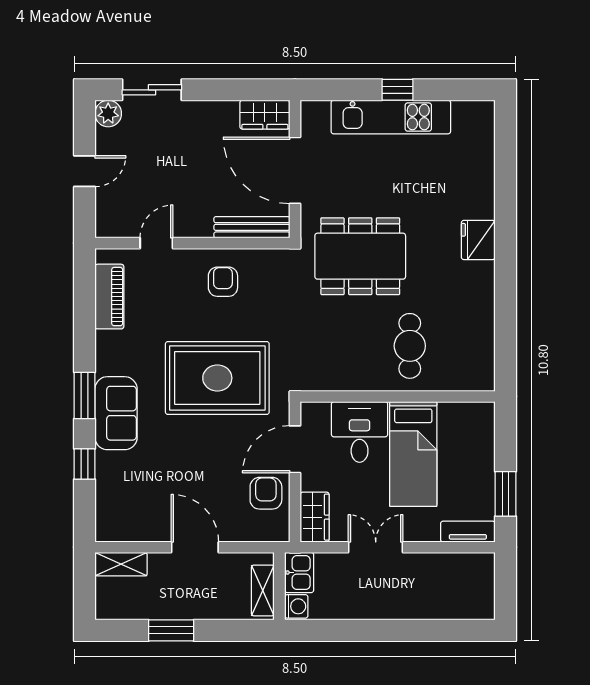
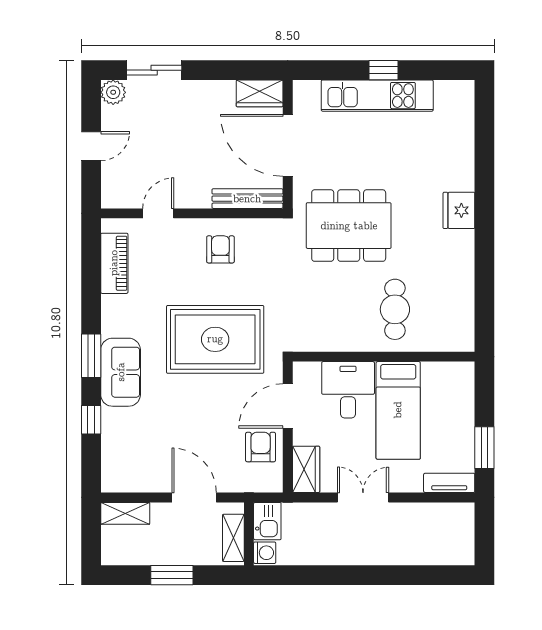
kitchen sink: (299, 573) -> (267, 521), moved
wall: (279, 586) -> (249, 534), moved
shelving: (263, 590) -> (233, 538), moved
washing machine: (296, 606) -> (265, 553), moved

